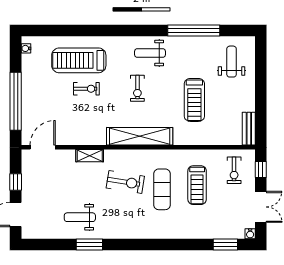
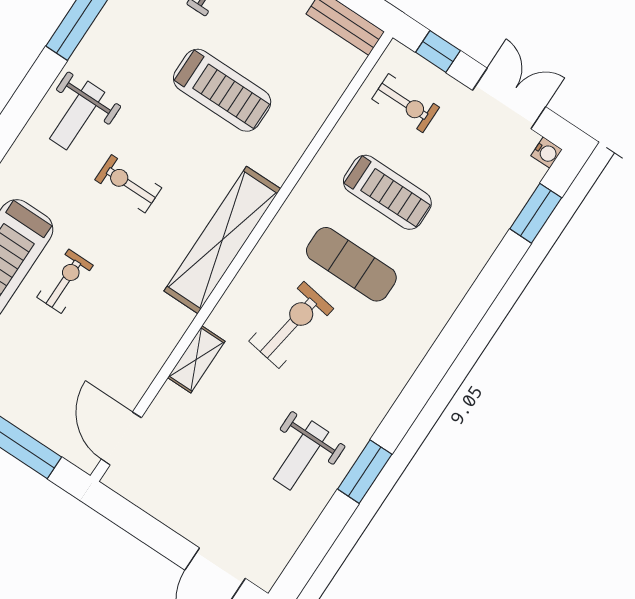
exercise bike: (137, 88) -> (128, 184), turned 180
window: (16, 182) -> (153, 533), removed

